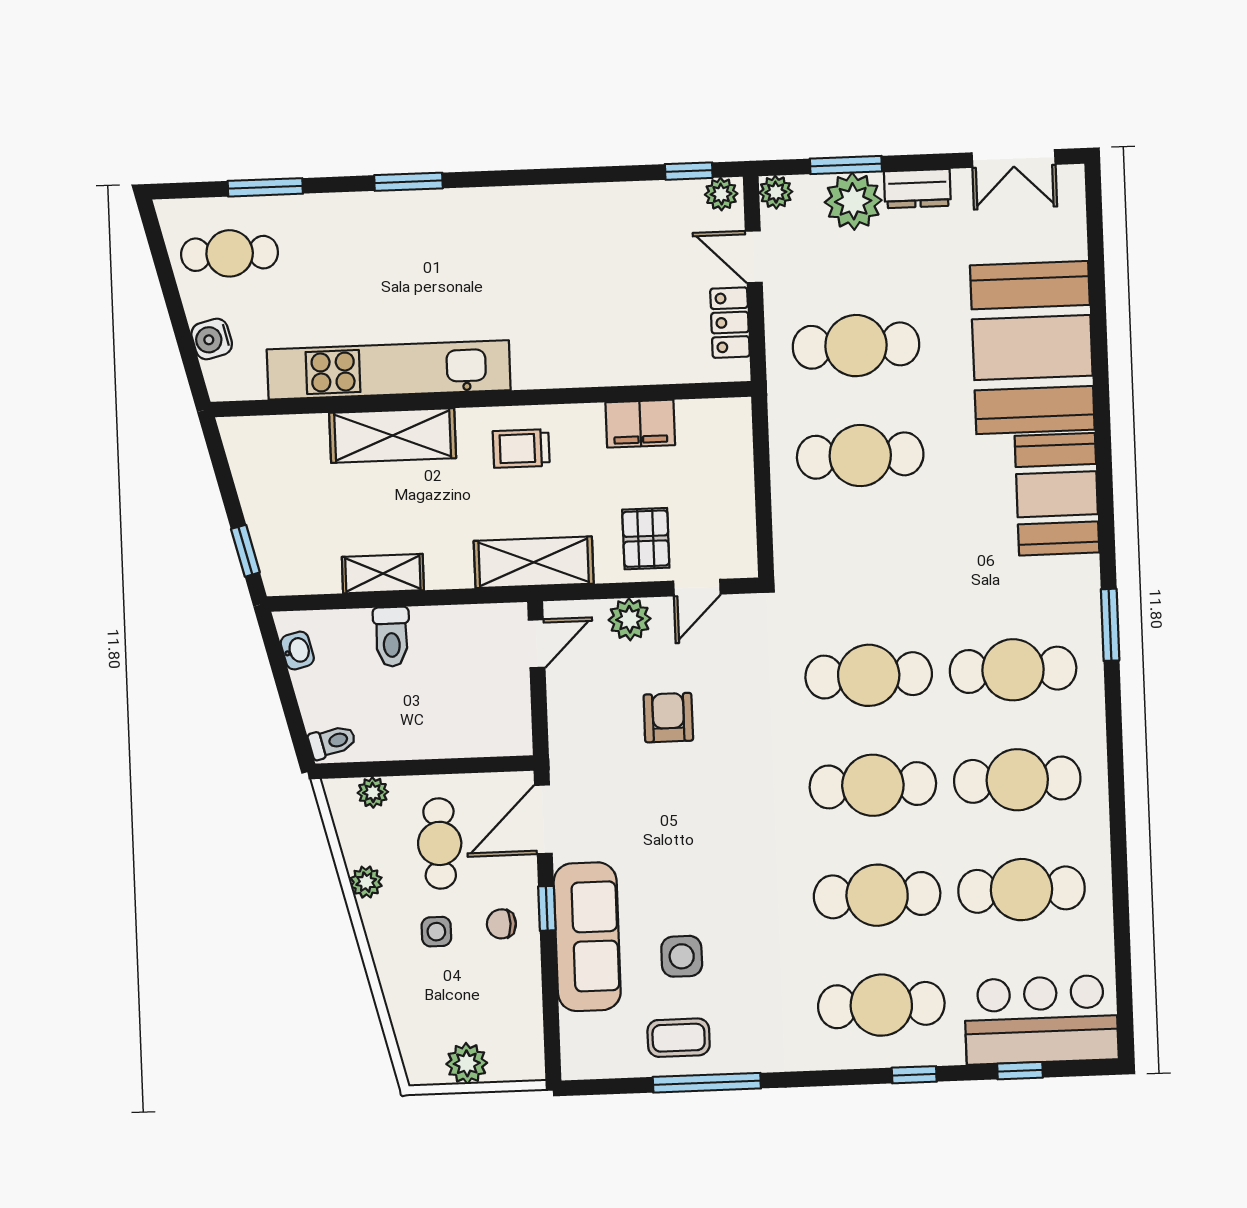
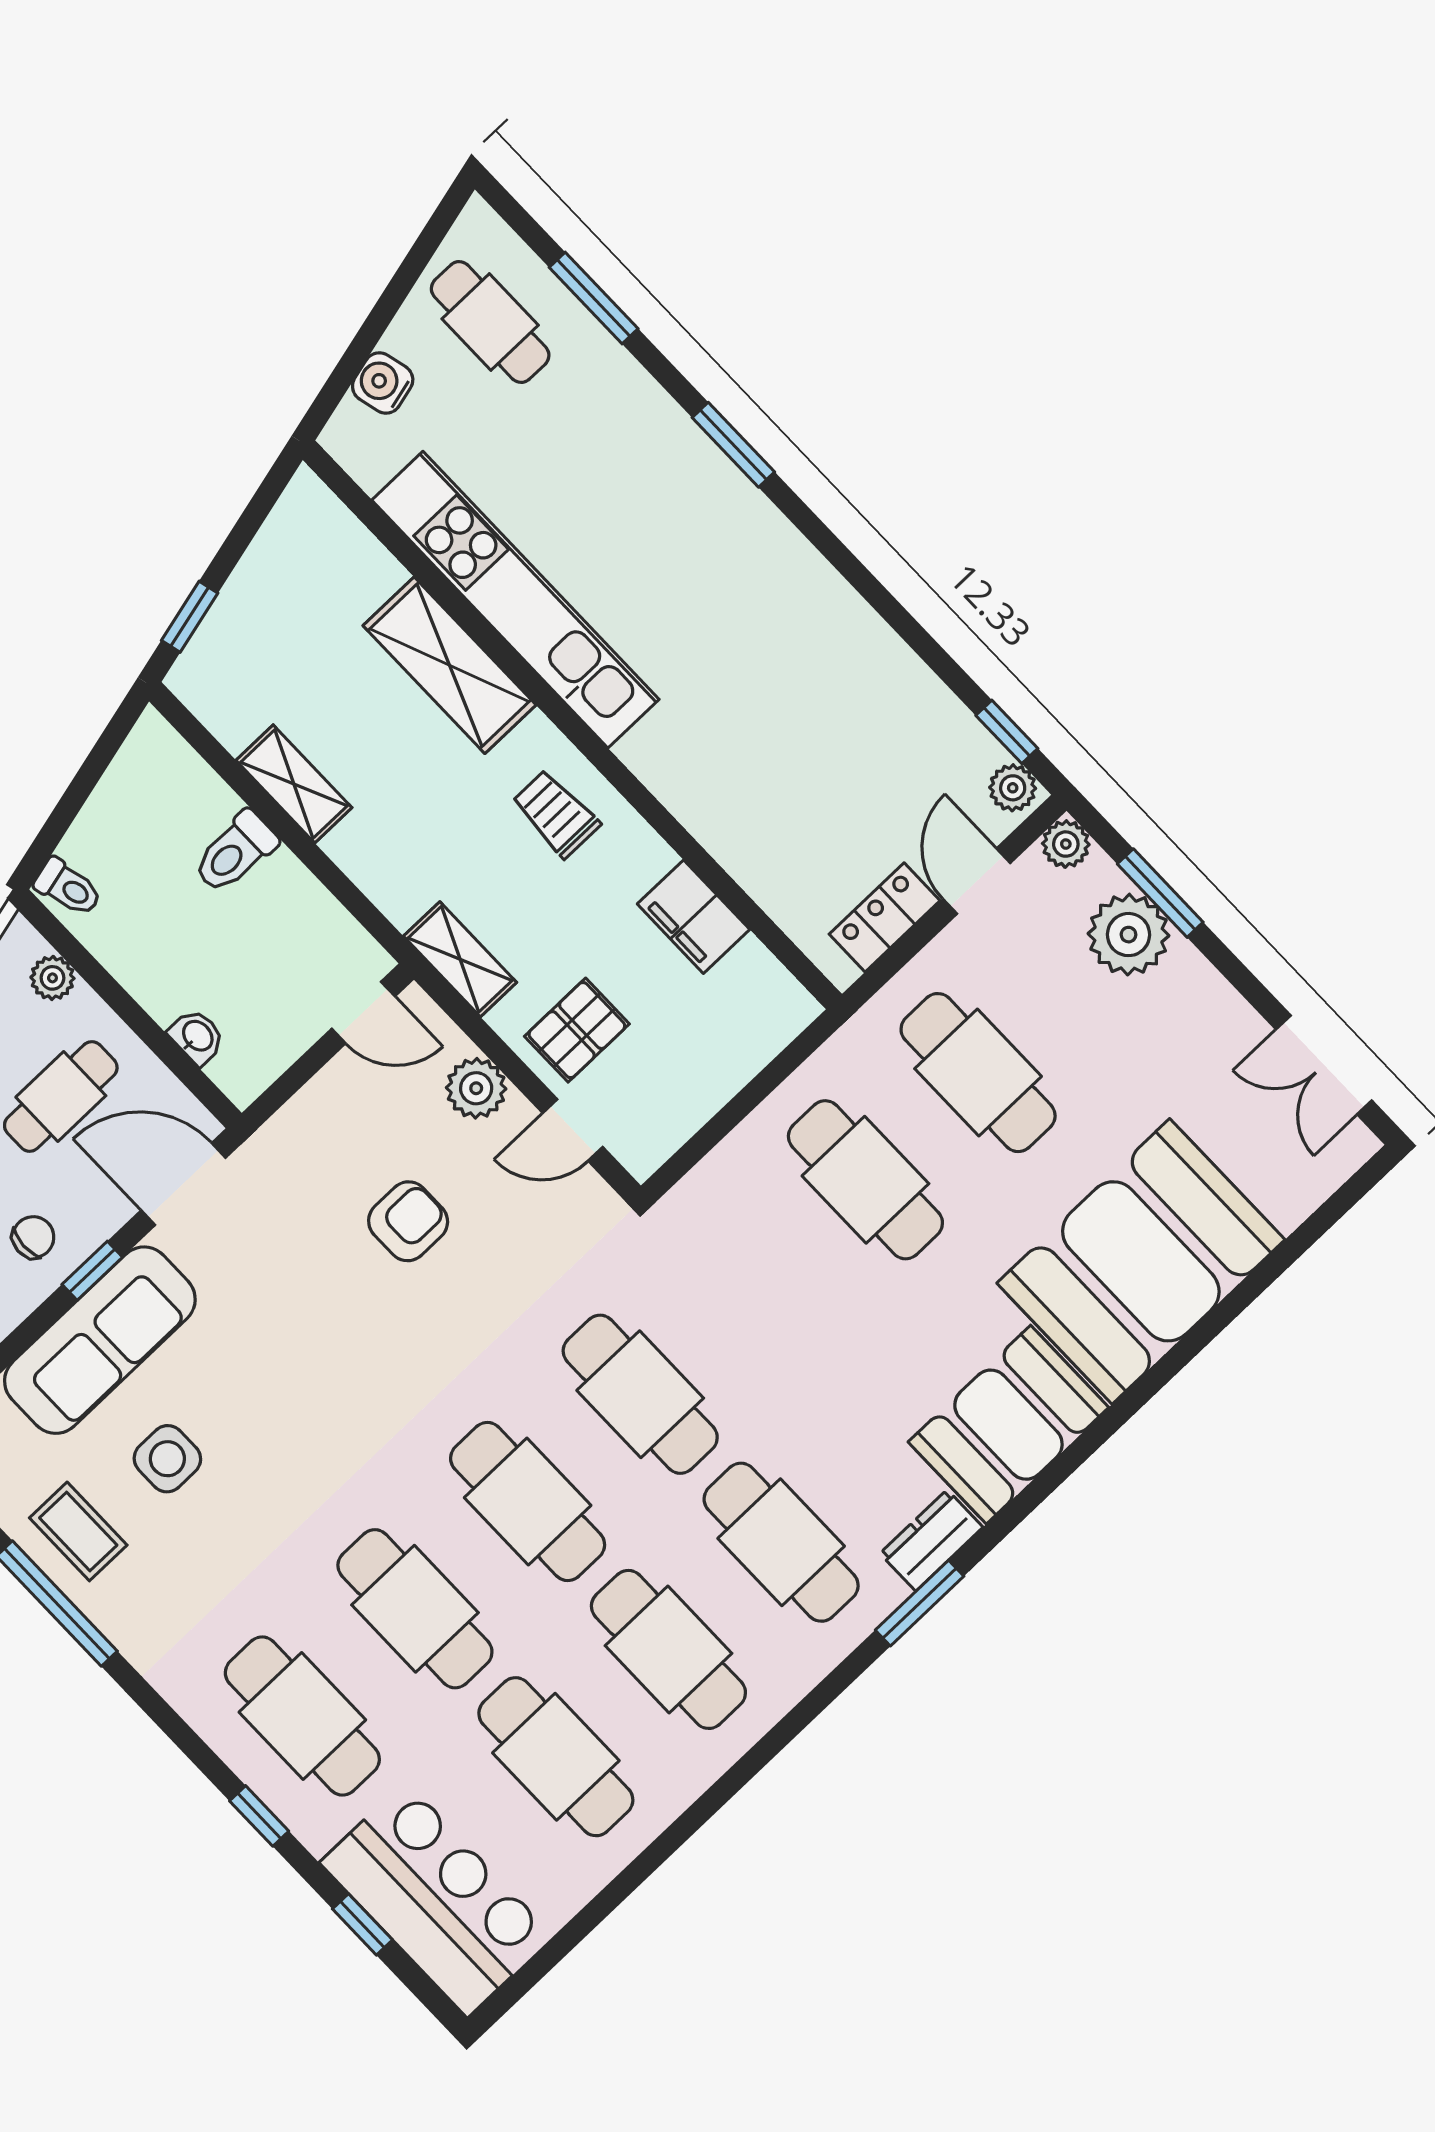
dresser: (917, 189) -> (931, 1540), moved, turned 90
shelving: (534, 562) -> (460, 959), width x0.67, depth x0.75
washbasin: (297, 651) -> (197, 1037), moved, turned -76
chair: (501, 924) -> (33, 1237), turned 92

